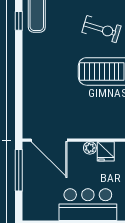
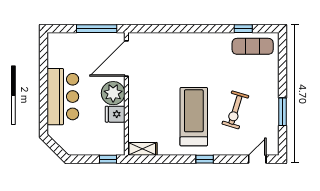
plant: (90, 148) -> (113, 93), width x1.87, depth x1.87

